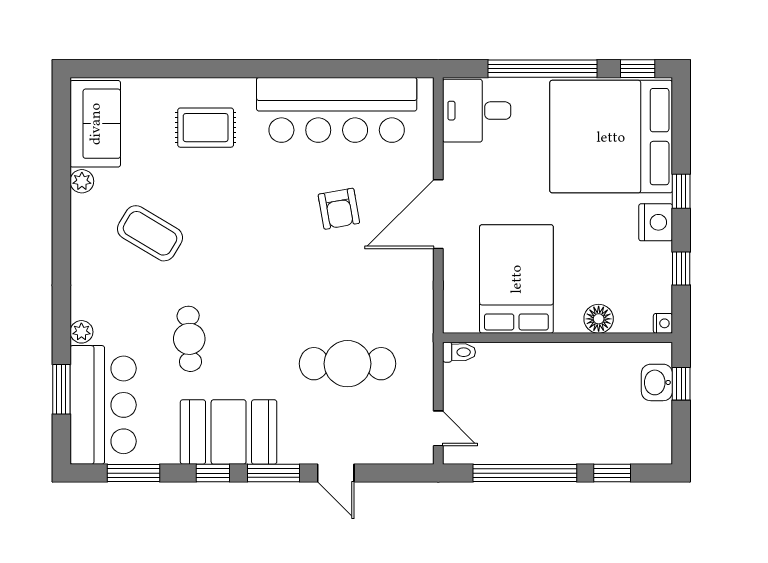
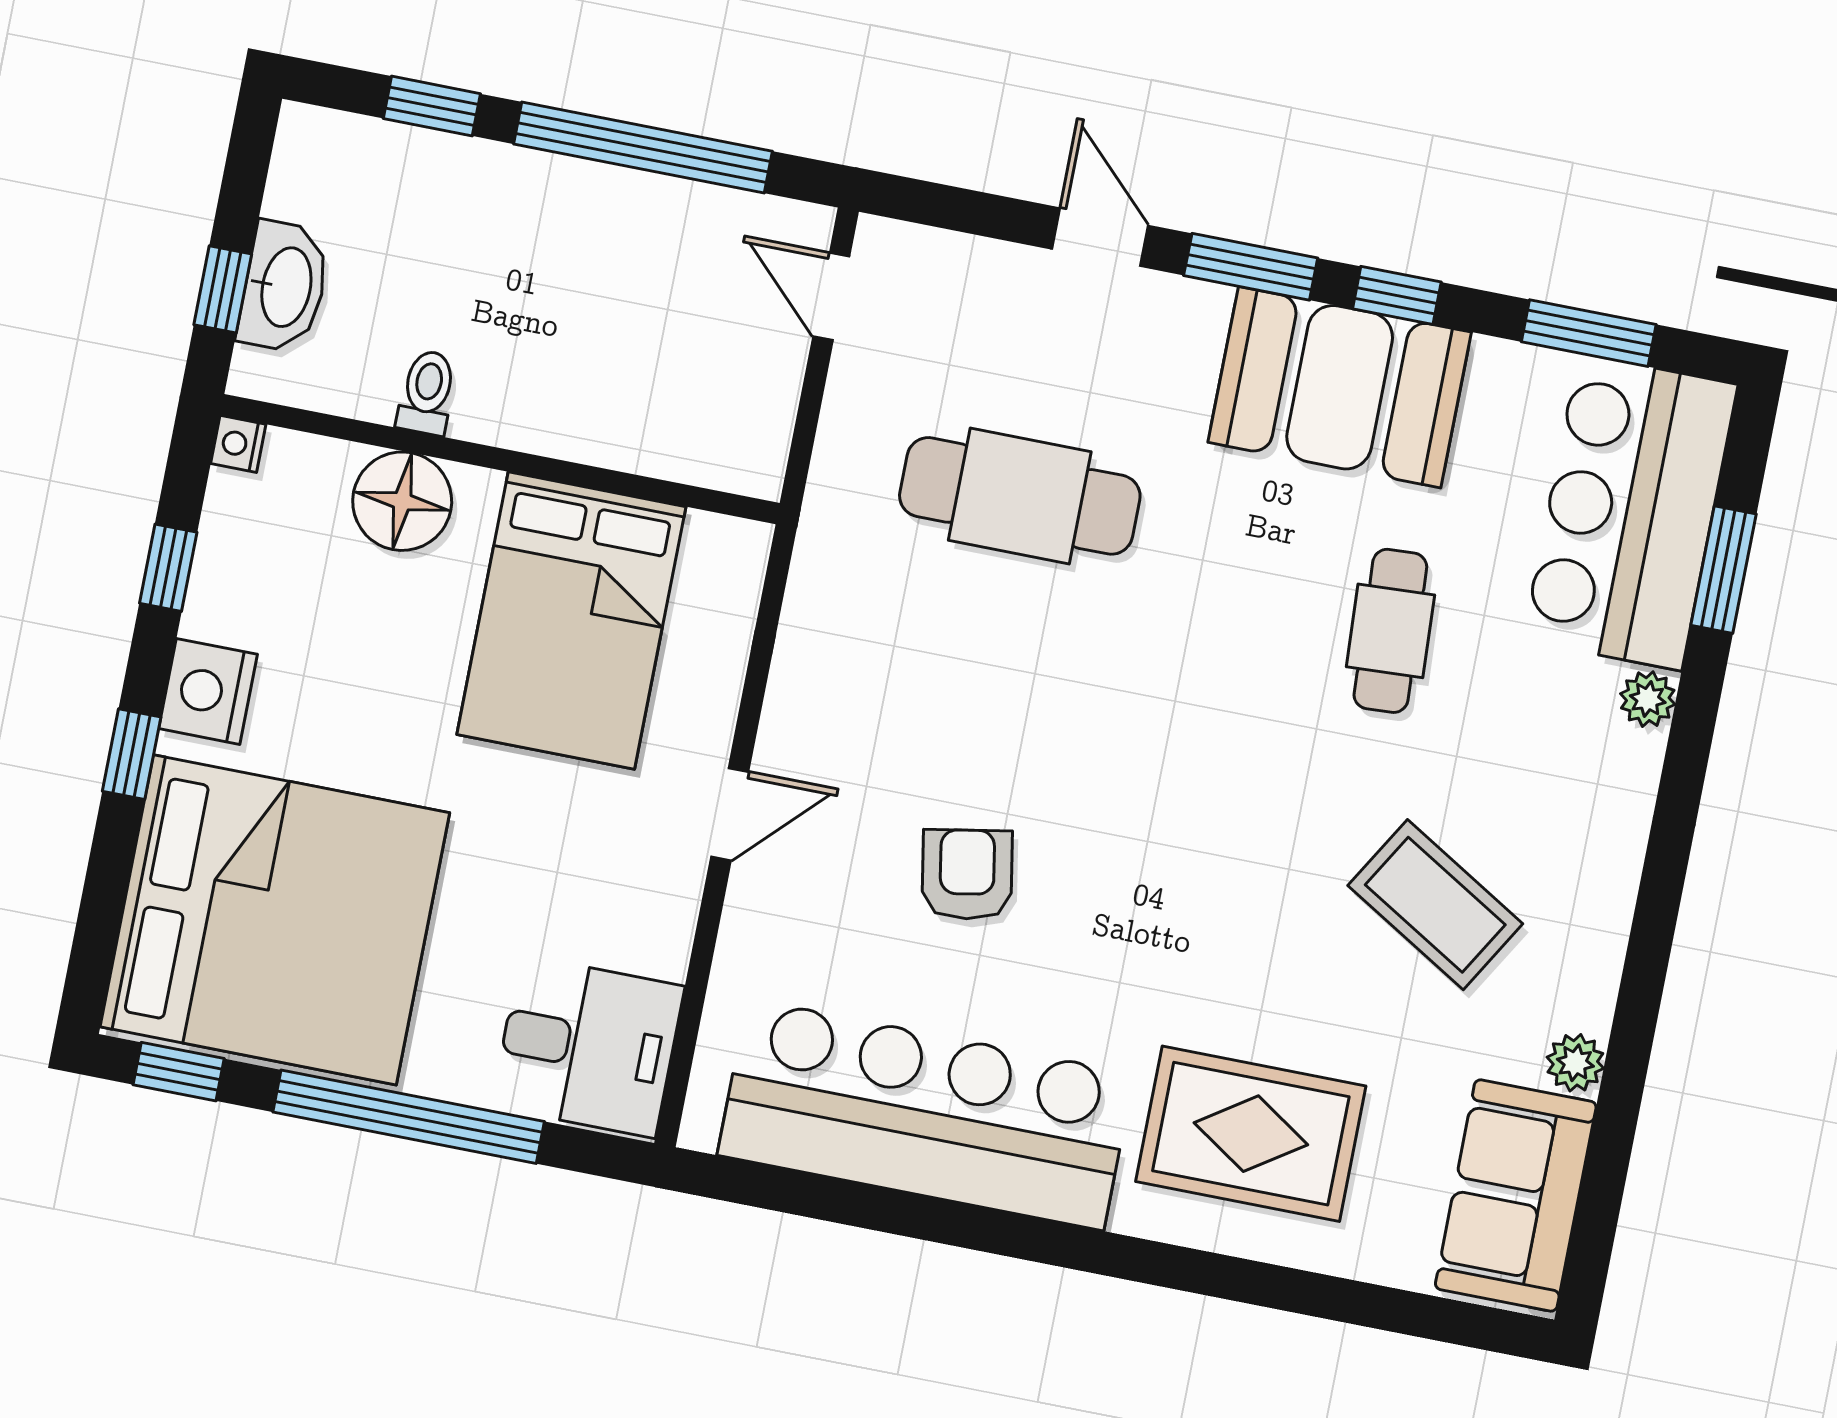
rug: (206, 128) -> (1251, 1134), width x1.36, depth x1.43
door: (438, 214) -> (730, 814), width x0.53
floor lamp: (599, 319) -> (402, 501), width x1.38, depth x1.38
toilet: (459, 352) -> (427, 393), moved, turned 90
washbasin: (657, 382) -> (284, 287), width x1.38

